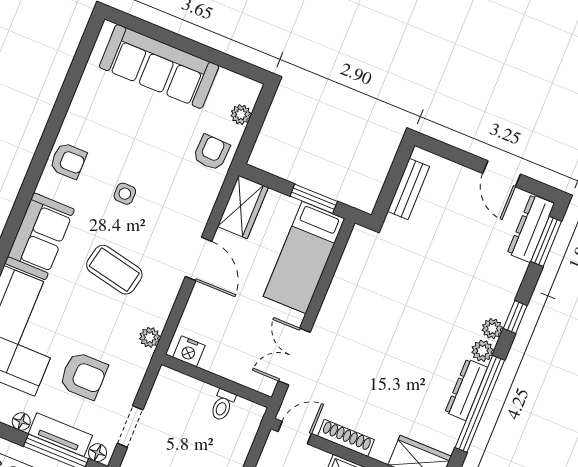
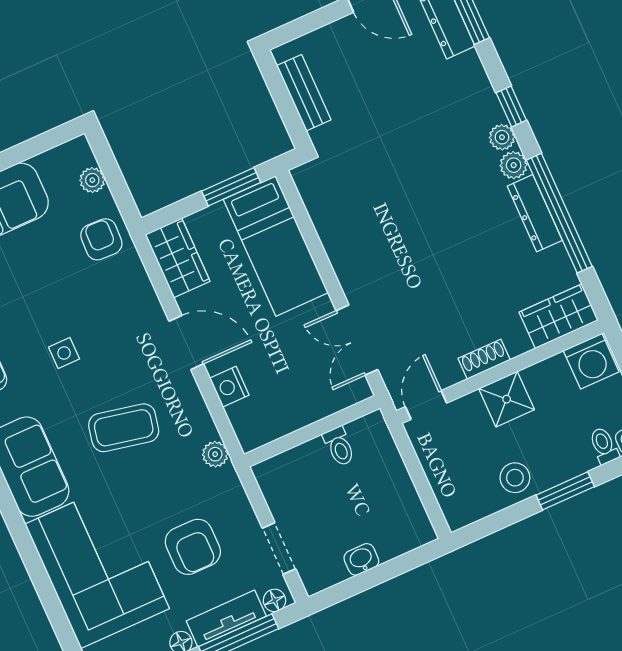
nightstand: (189, 351) -> (229, 387), moved, turned 90
armchair: (83, 376) -> (193, 547), turned 90
shoe rack: (346, 438) -> (484, 359), width x0.70

